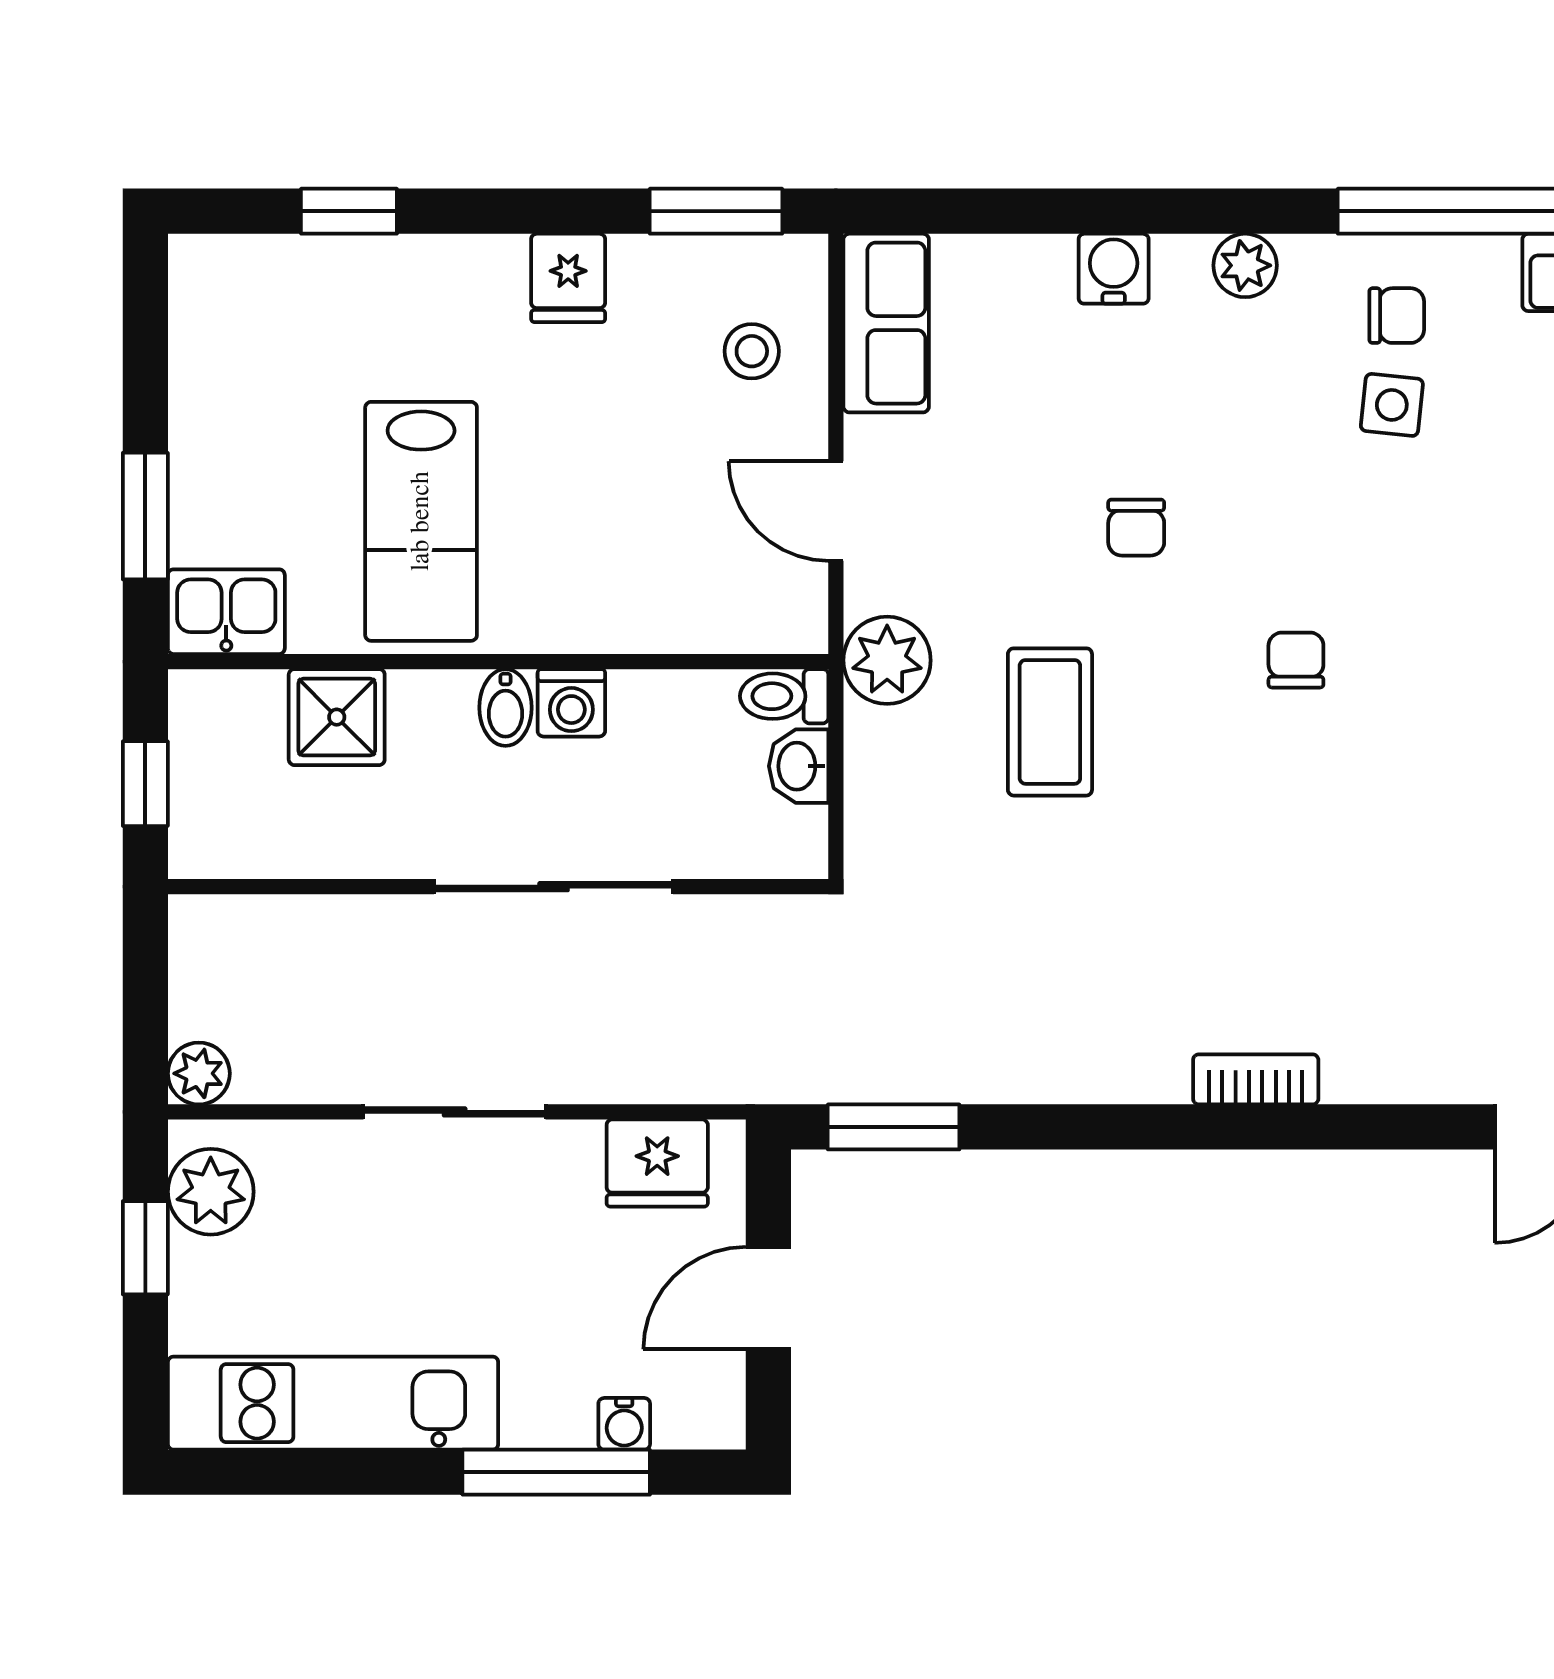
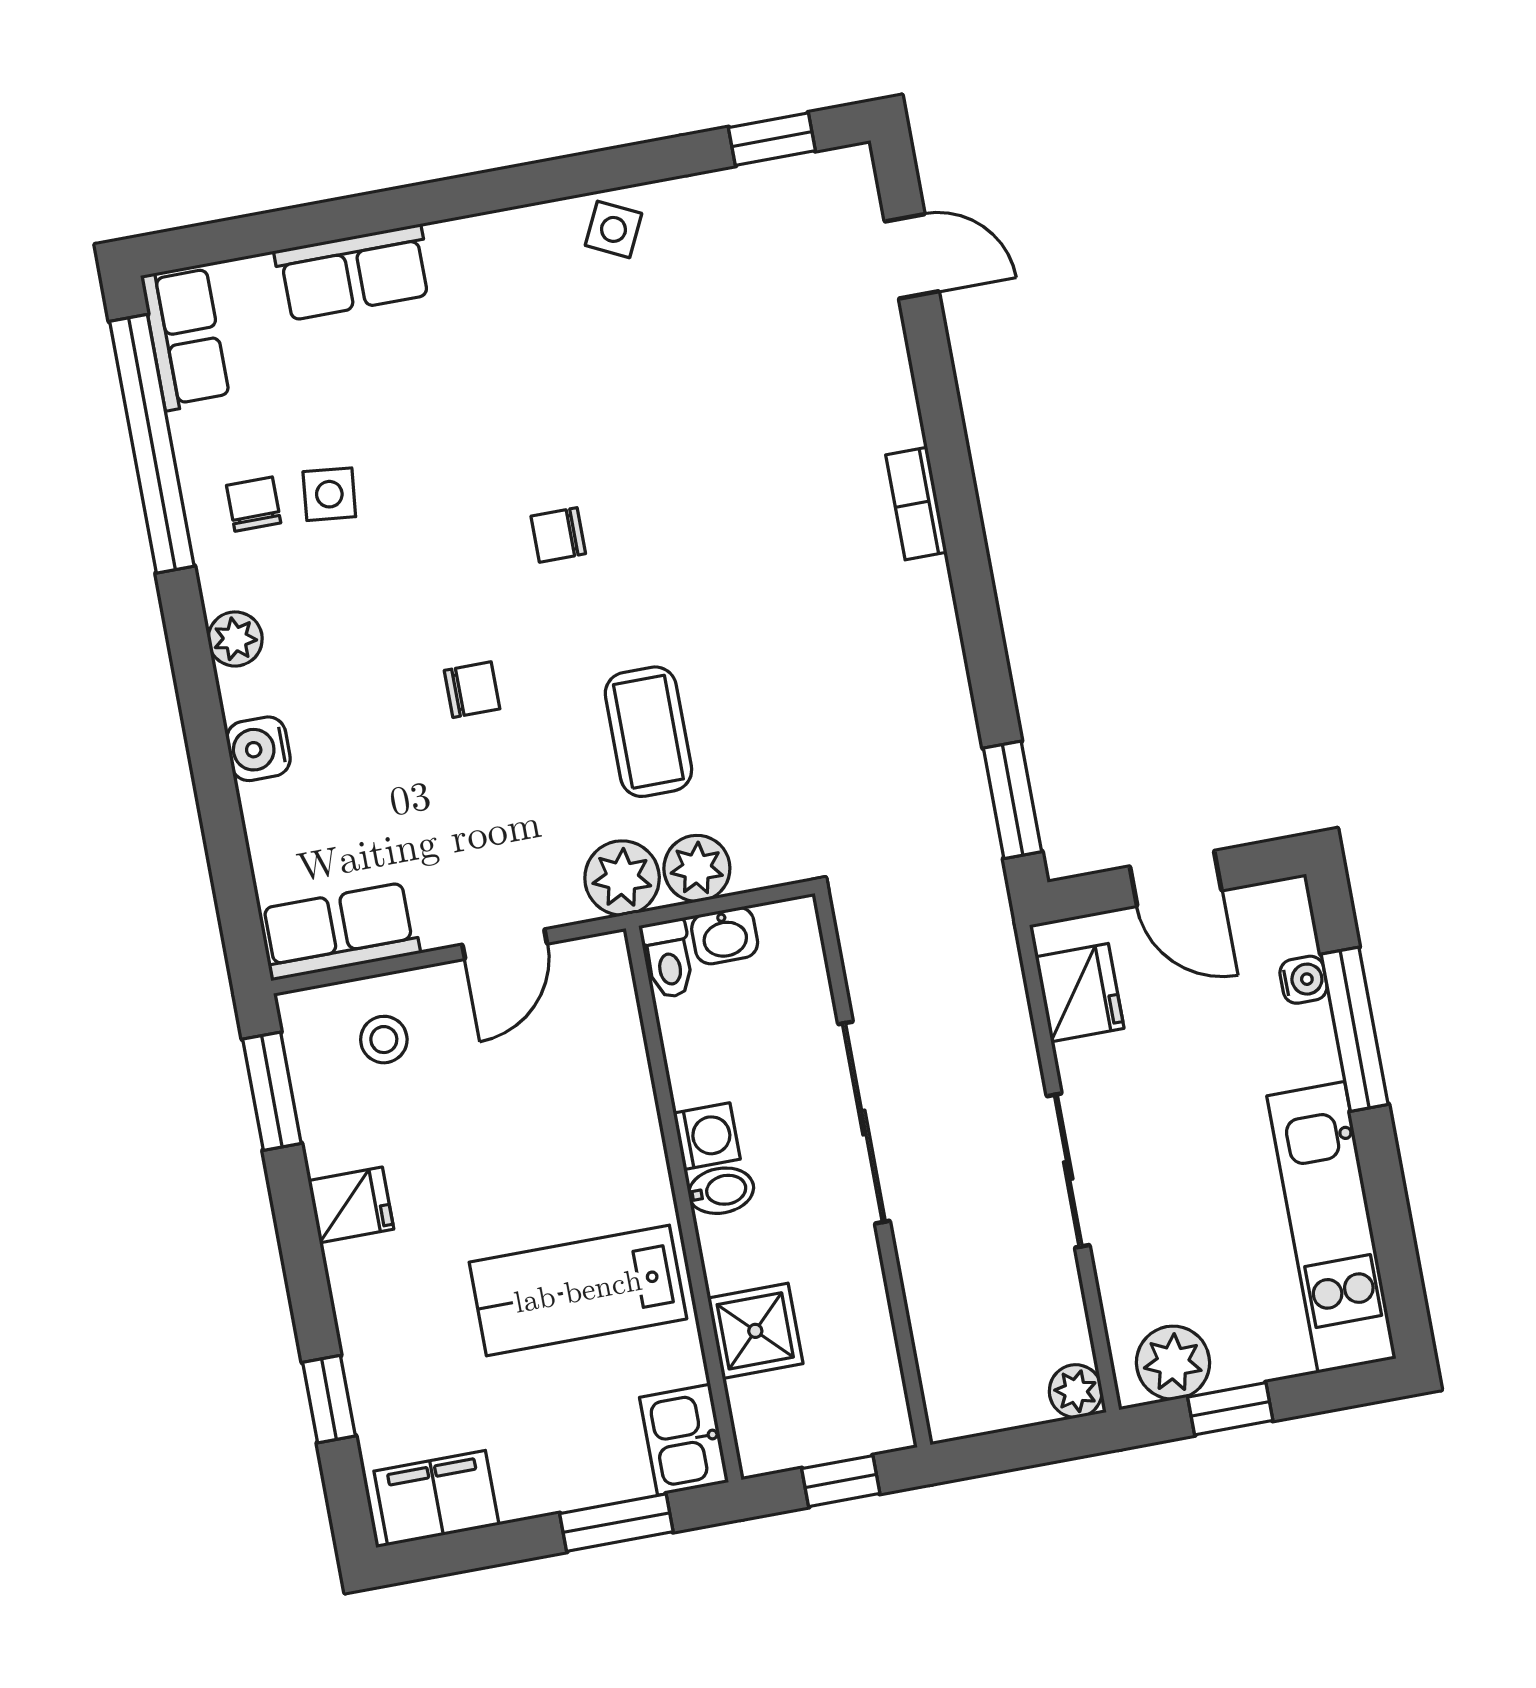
filing cabinet: (212, 314) -> (437, 1498), added
lab bench: (421, 521) -> (578, 1291), turned 180
coffee table: (1050, 722) -> (648, 732), turned 90
plant: (882, 749) -> (697, 868), added

